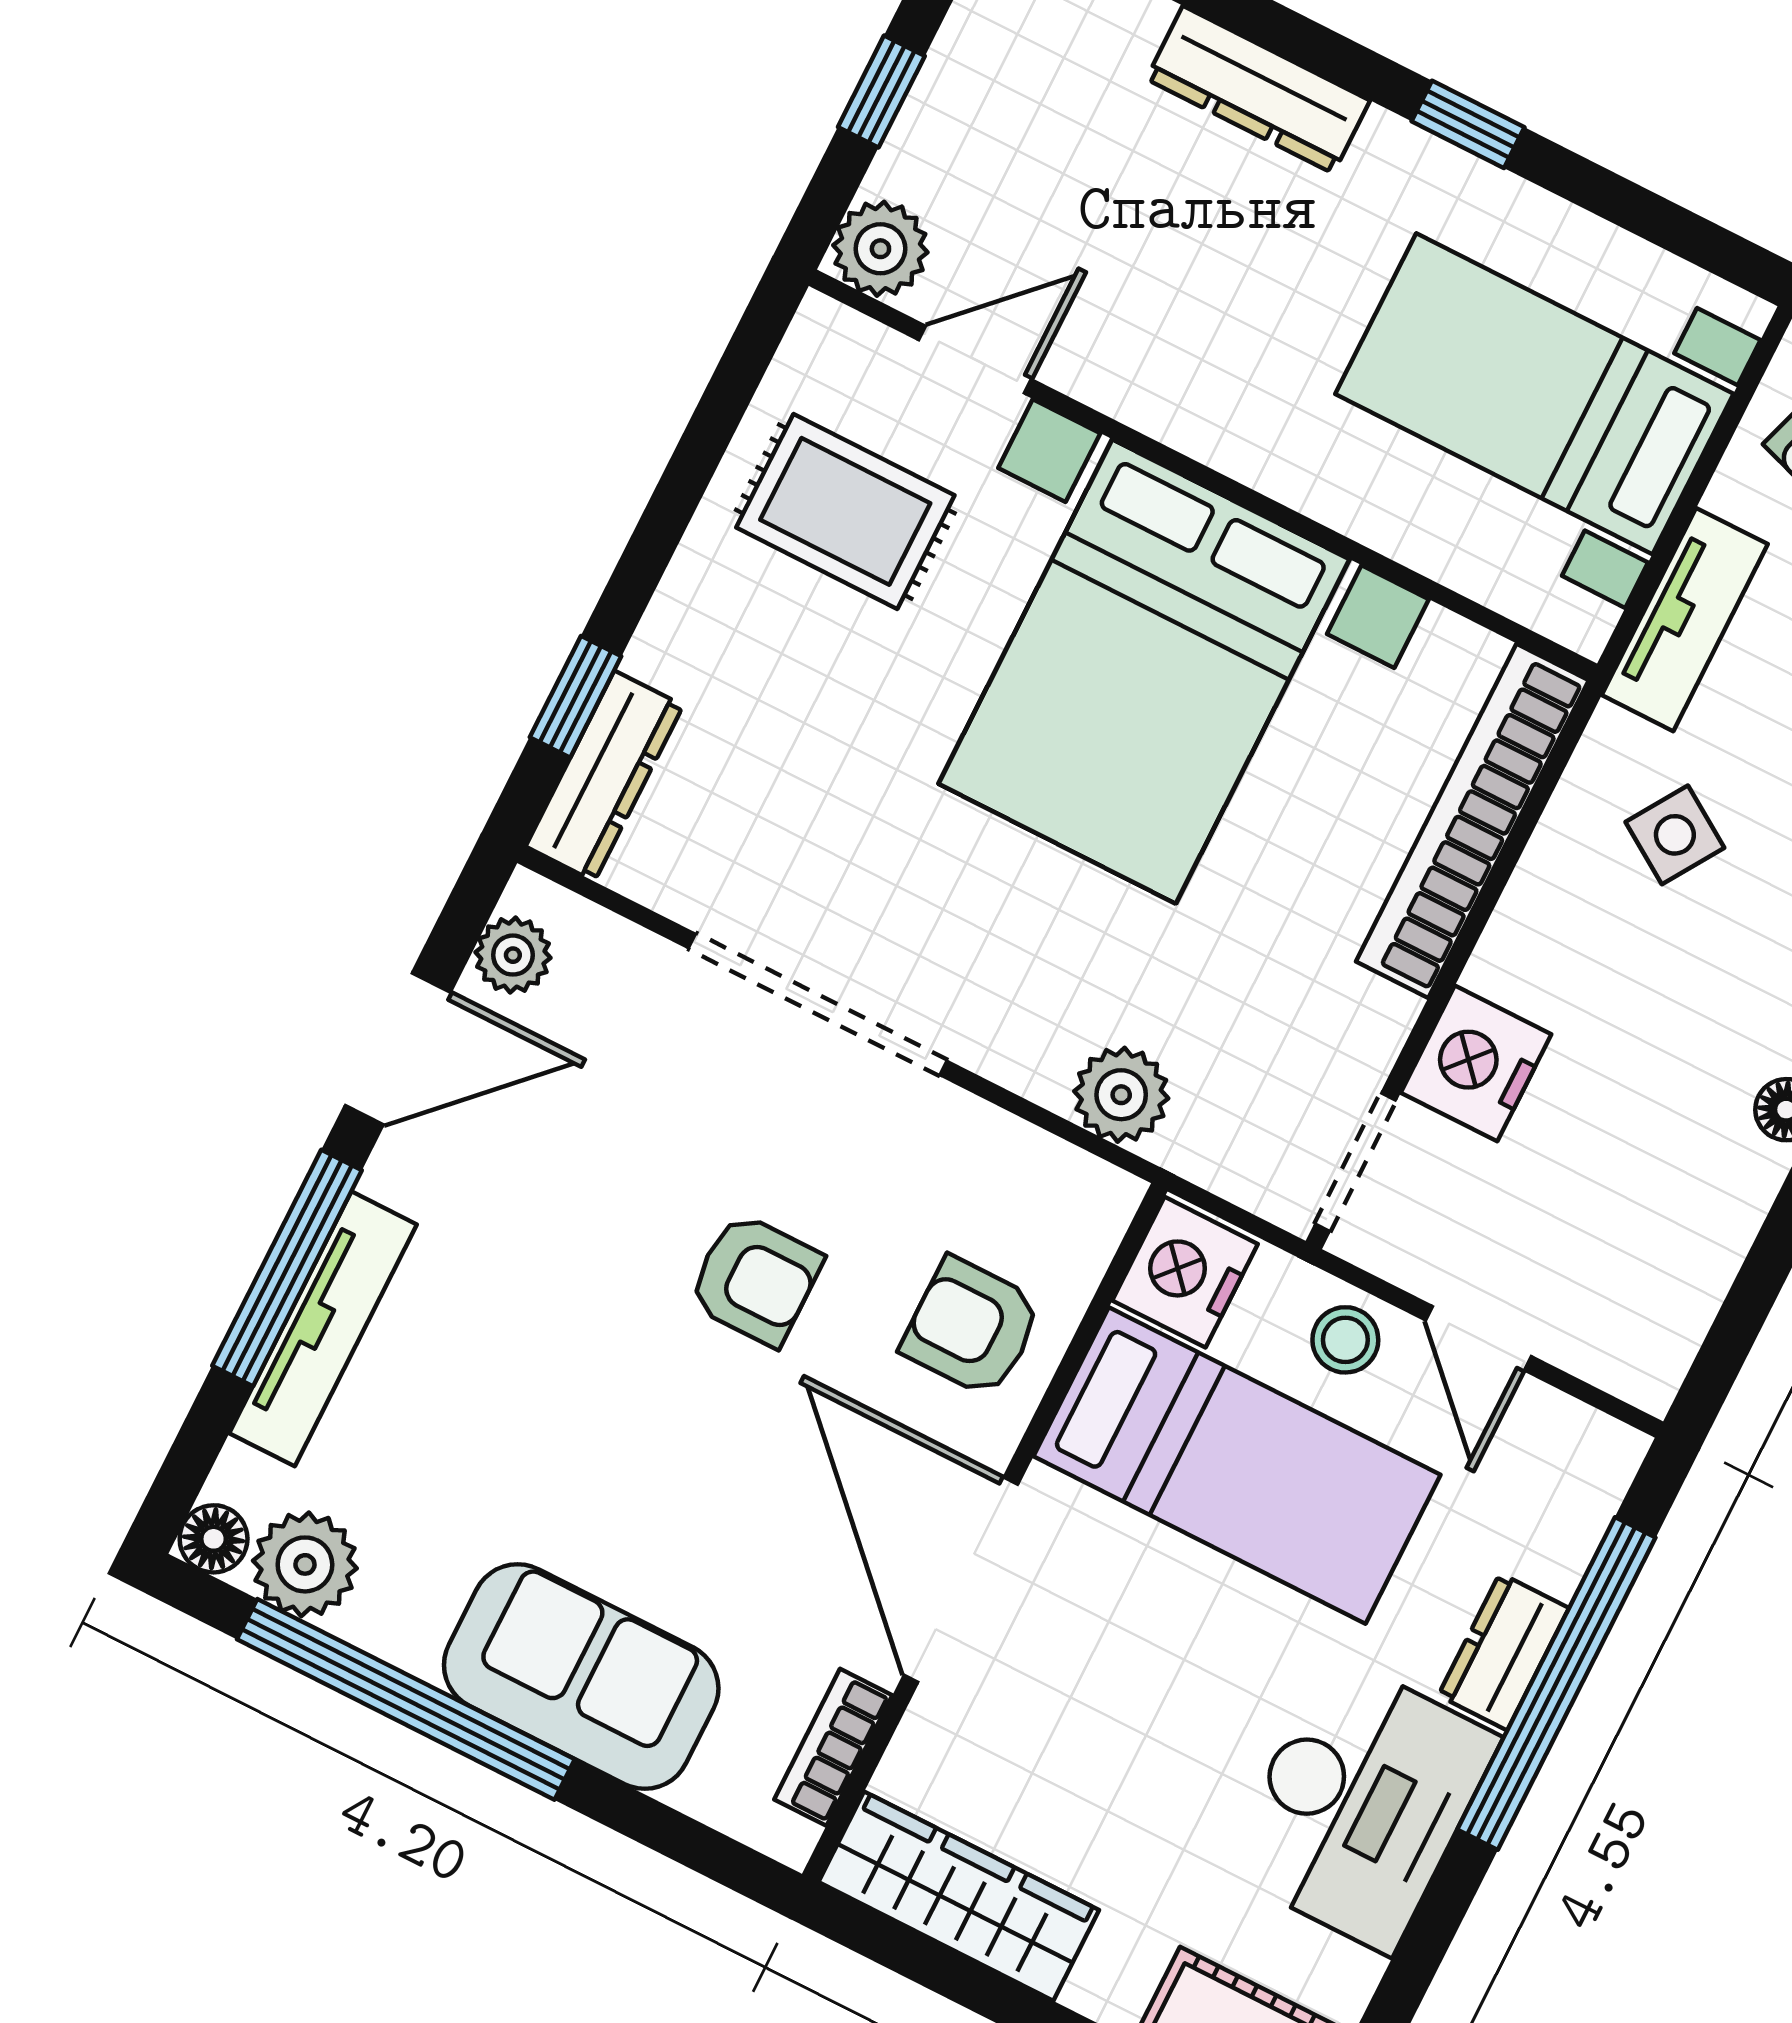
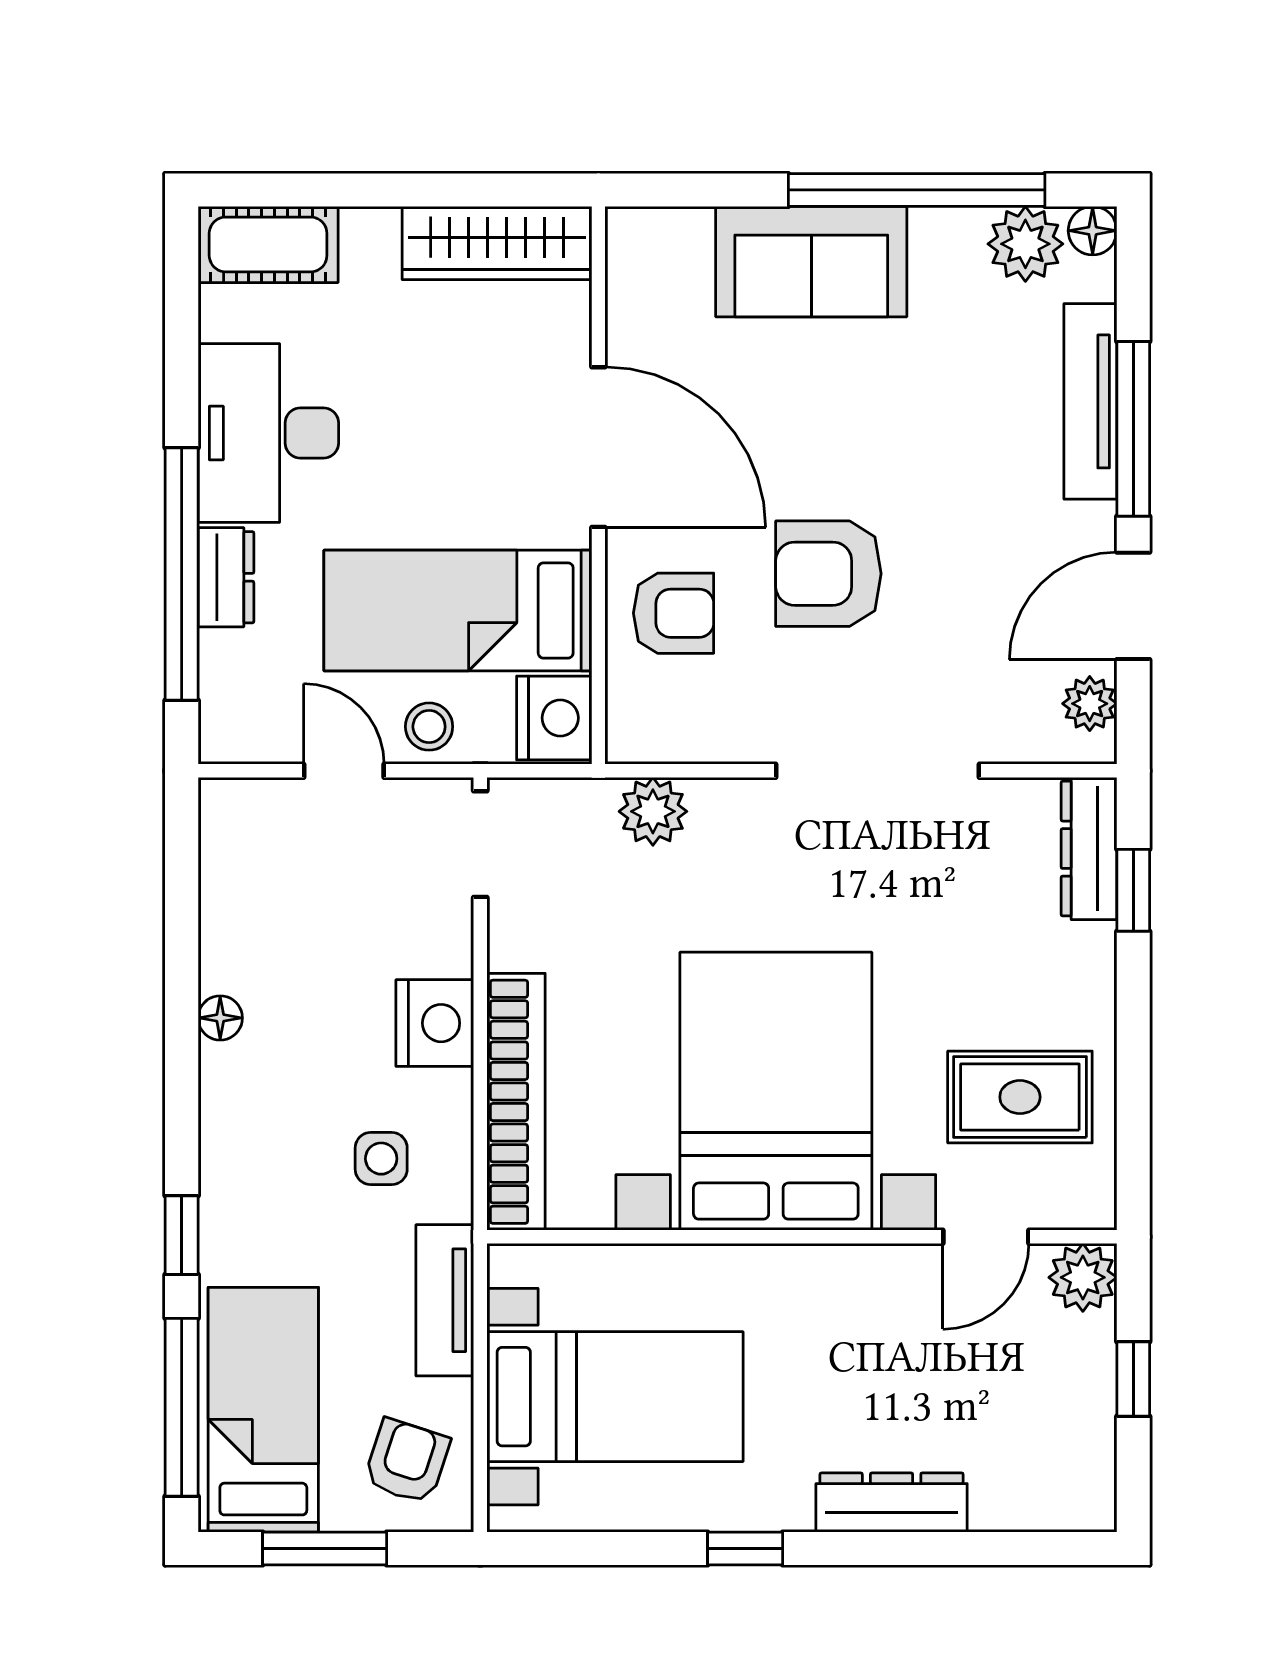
side table: (1675, 835) -> (381, 1159), turned -33
nightstand: (1476, 1063) -> (435, 1023), moved
armchair: (755, 1279) -> (828, 574), width x1.38, depth x1.38
bookcase: (833, 1747) -> (626, 298), removed

